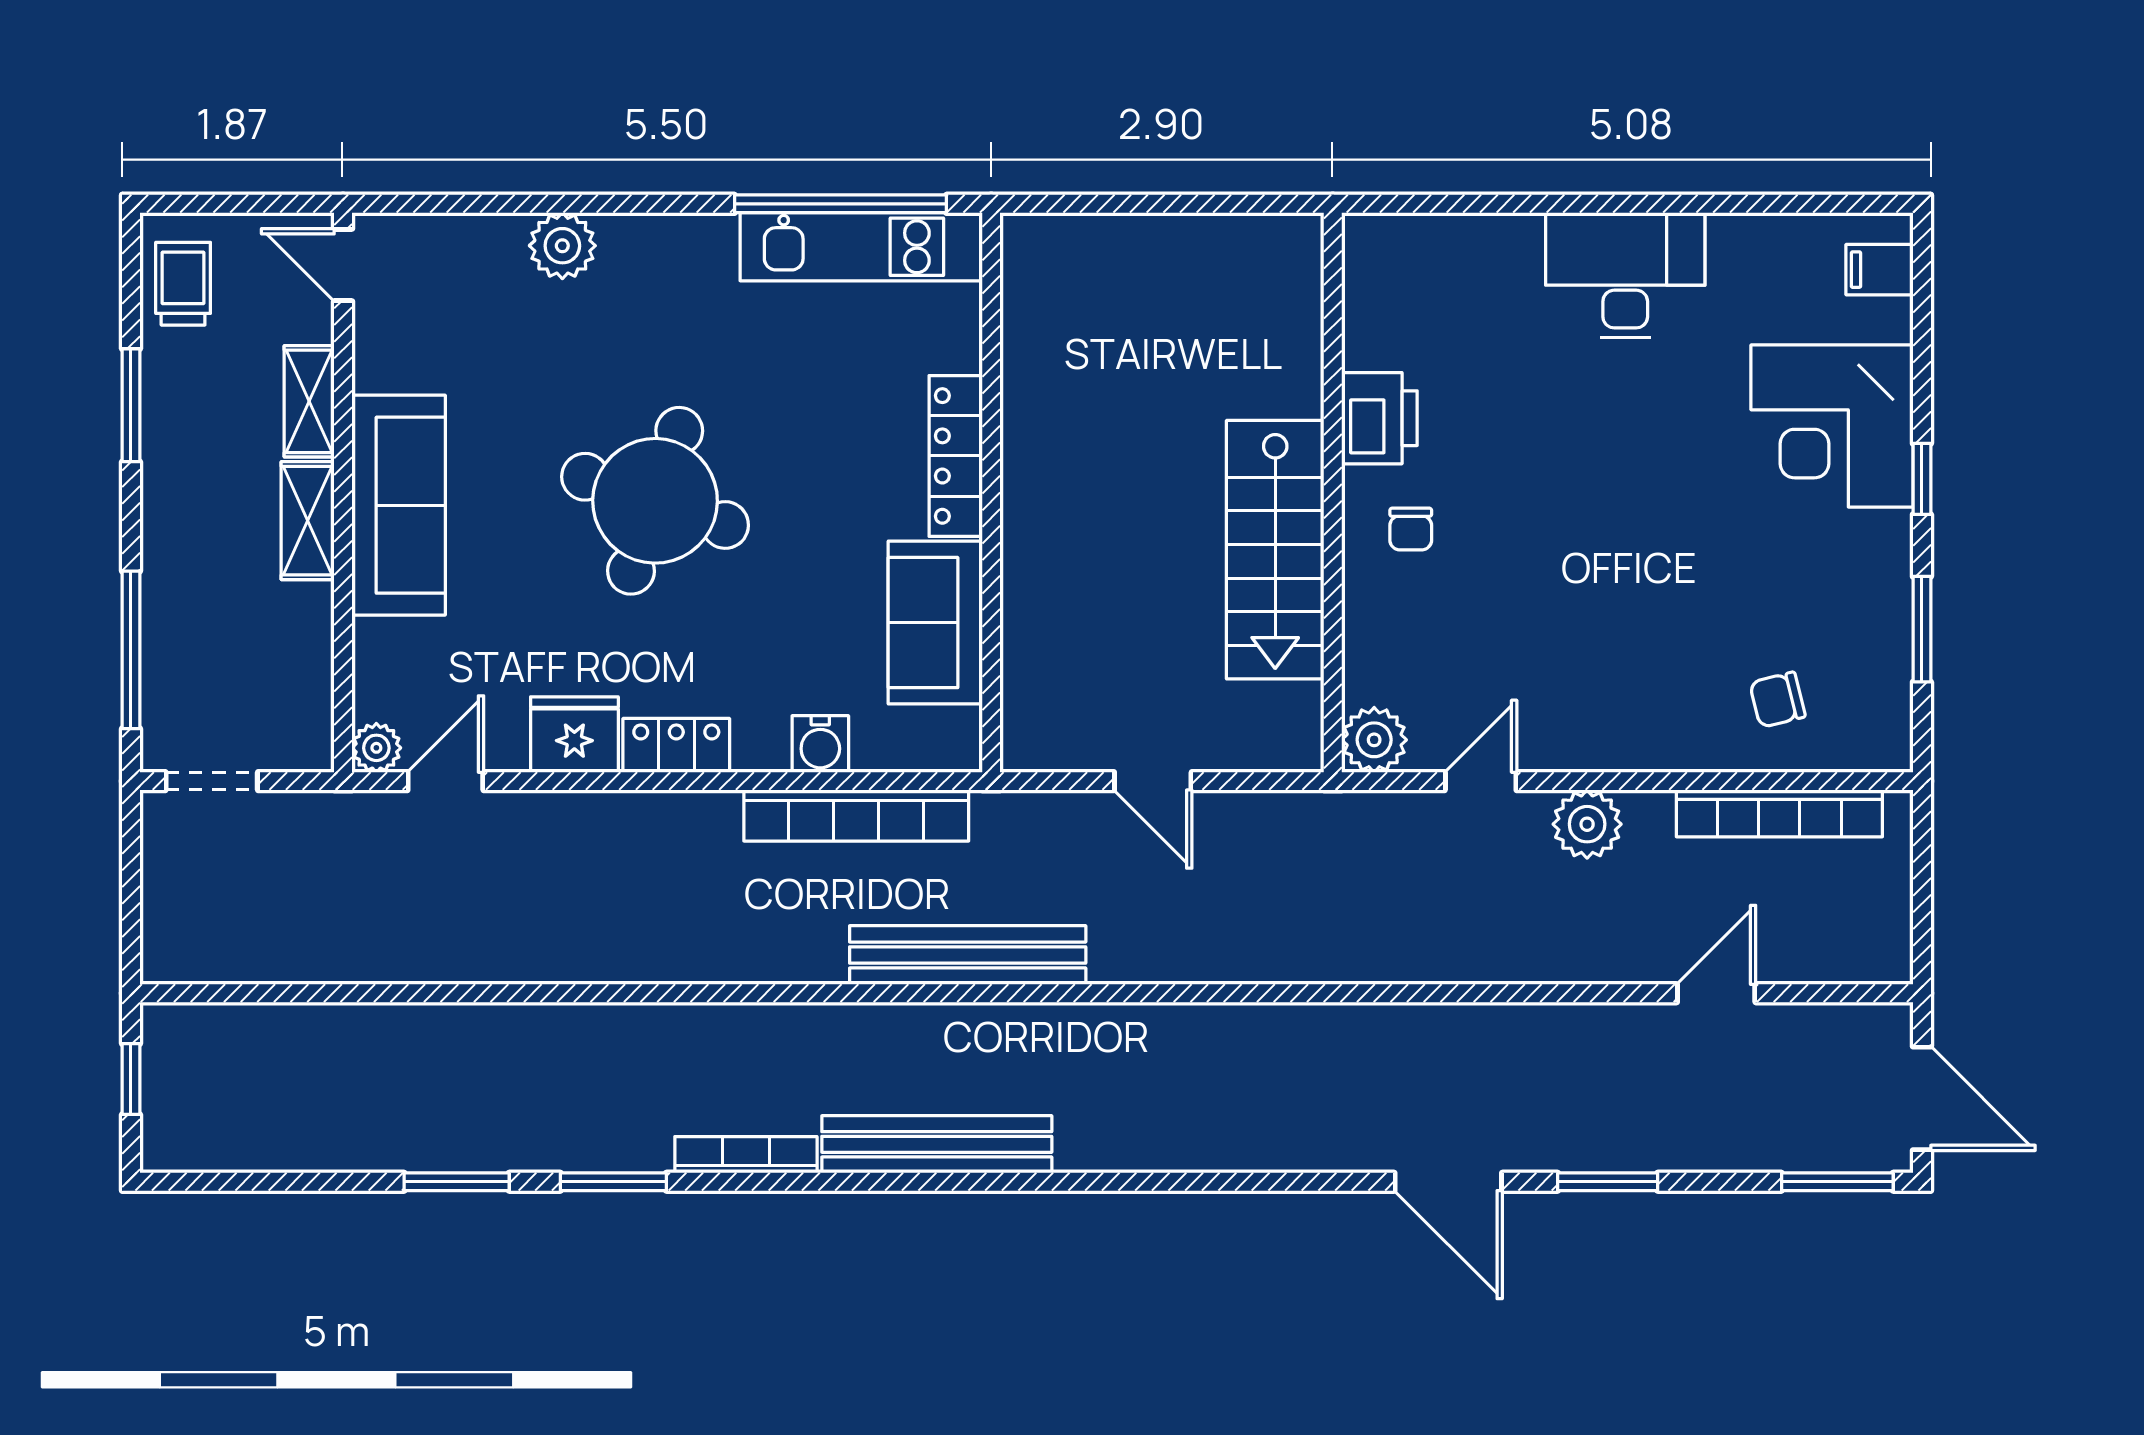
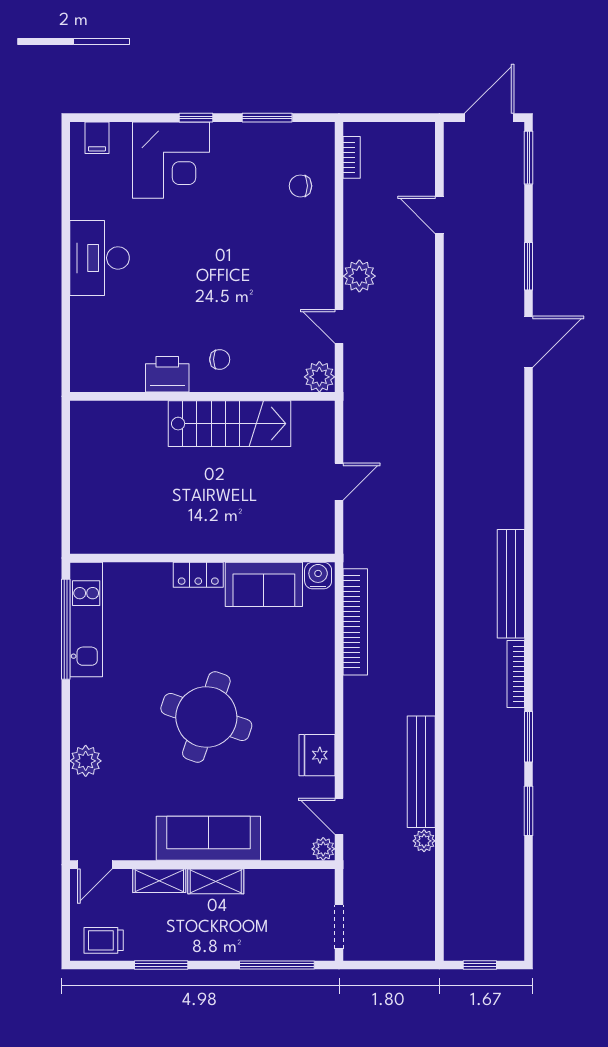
locker: (956, 456) -> (198, 575), width x0.66
chair: (1777, 700) -> (300, 186), turned 104
water cooler: (820, 744) -> (318, 576), moved, turned -90
locker: (676, 745) -> (322, 707), removed
bookcase: (1779, 813) -> (352, 157), width x0.43, depth x0.76
bench: (968, 955) -> (421, 772), moved
plant: (393, 961) -> (424, 841), added

